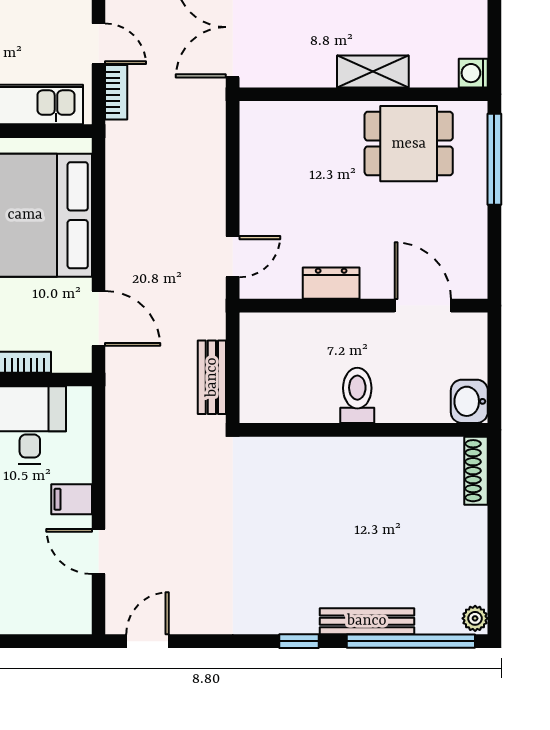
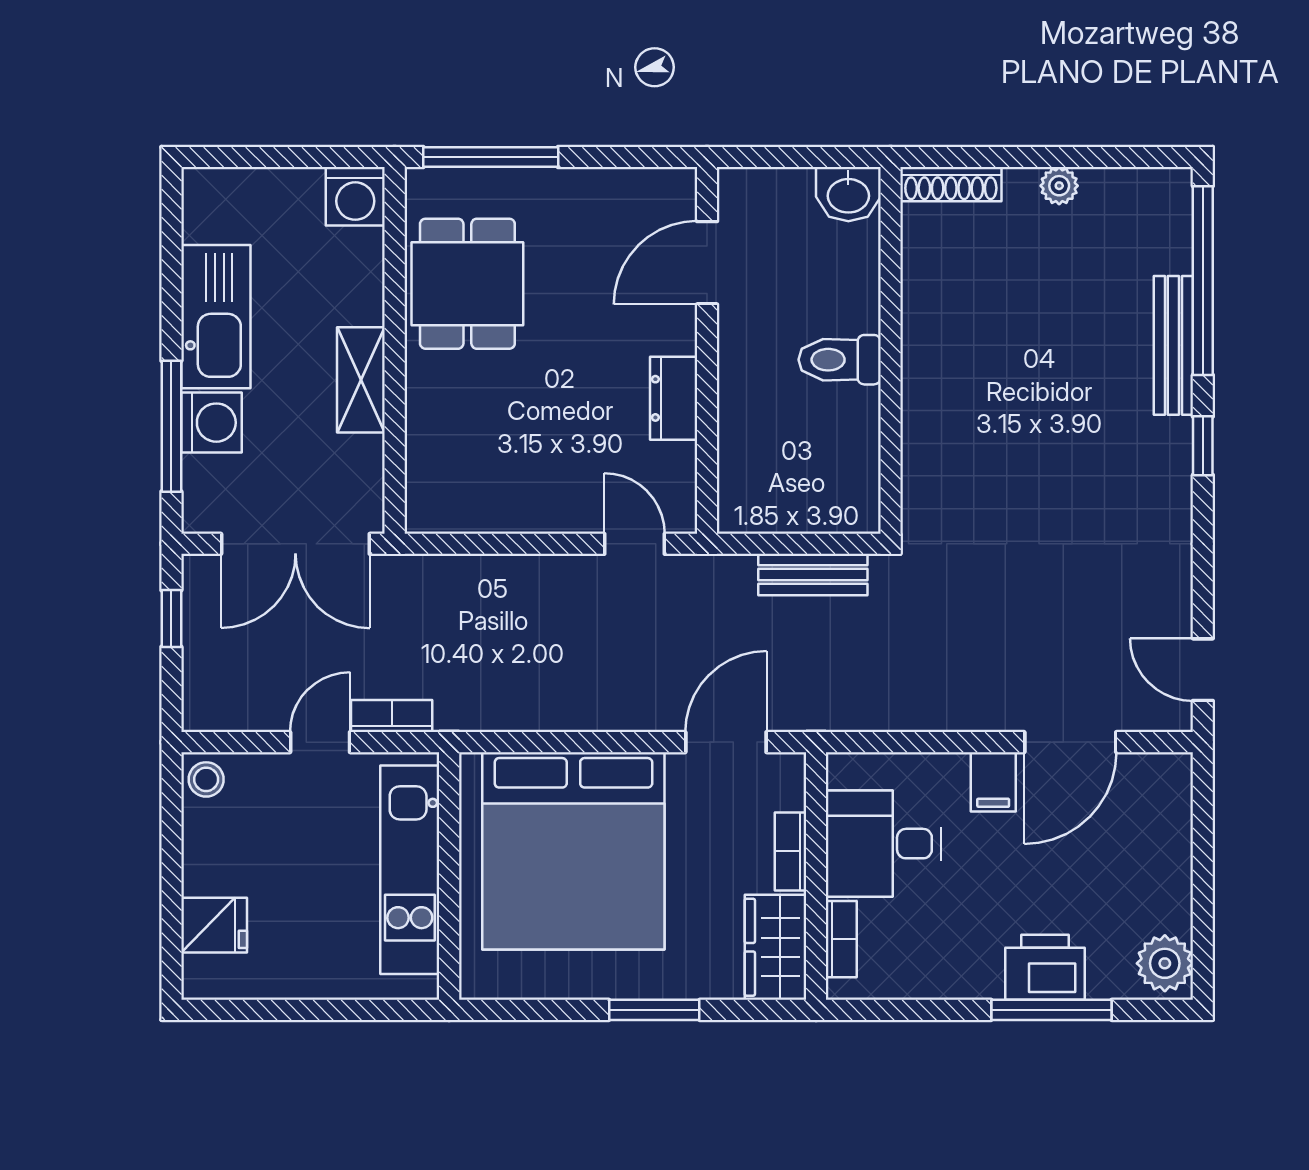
shelving: (373, 71) -> (361, 380), moved
washing machine: (473, 73) -> (355, 196), width x1.38, depth x1.38
door: (98, 552) -> (1070, 742), width x1.38
plant: (475, 618) -> (1059, 186), moved

